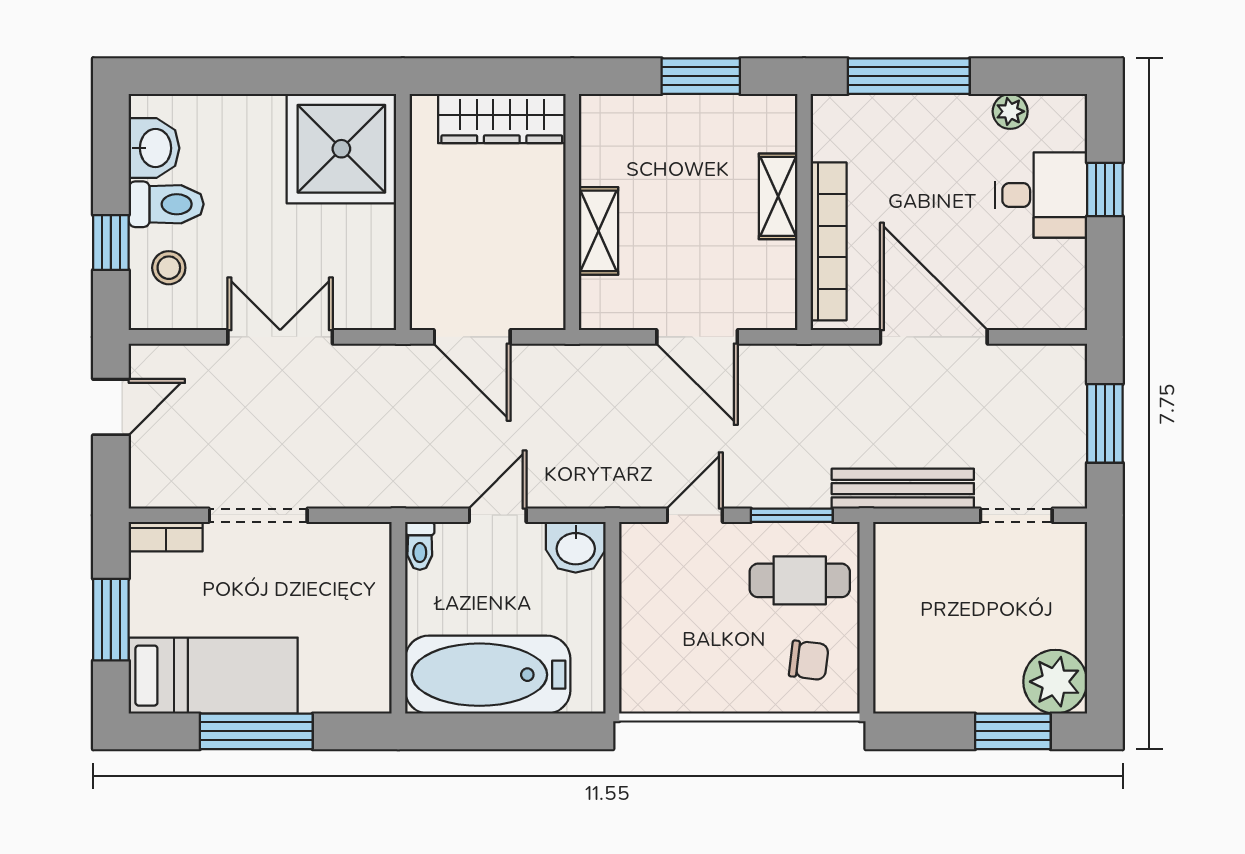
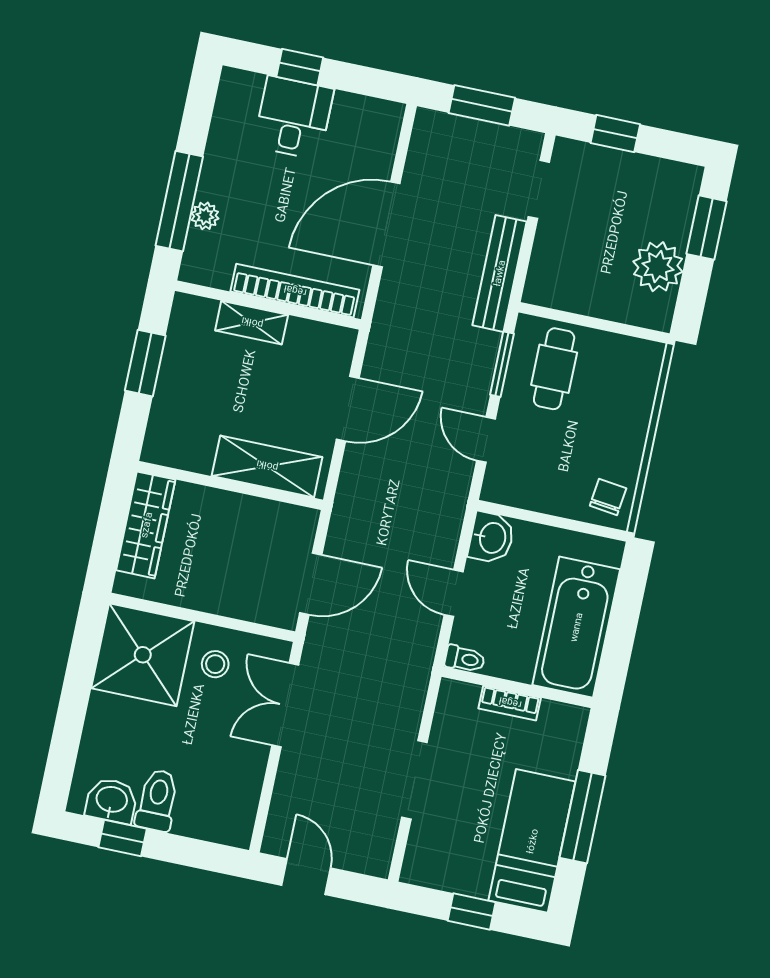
plant: (1010, 111) -> (205, 216), moved
shelving: (599, 231) -> (267, 466), width x1.50, depth x1.33
window: (111, 242) -> (123, 838), moved
stool: (169, 268) -> (215, 664), moved
double door: (280, 337) -> (285, 705), moved
bookcase: (166, 537) -> (510, 703), moved, turned 90
window: (1105, 595) -> (615, 134), added
window: (111, 620) -> (472, 911), width x0.67
chair: (809, 660) -> (608, 497), moved
plant: (1055, 682) -> (658, 267), moved

